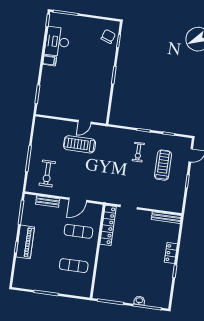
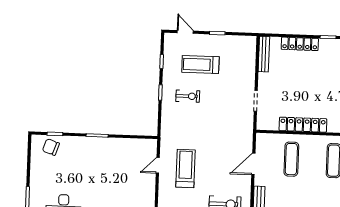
door: (84, 122) -> (158, 165), swing flipped
treadmill: (80, 144) -> (186, 169), turned 180
door: (78, 200) -> (253, 164), swing flipped
locker: (108, 225) -> (303, 125), moved
locker: (171, 253) -> (300, 44), width x1.53

